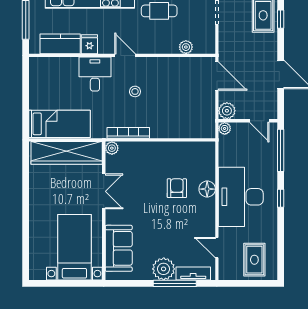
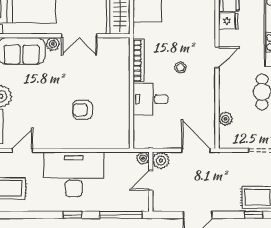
desk: (95, 74) -> (150, 99), moved, turned 180
door: (217, 76) -> (196, 150), swing flipped
door: (259, 121) -> (151, 180), moved
plant: (112, 148) -> (53, 44), moved
armchair: (177, 188) -> (82, 110), turned 180
floor lamp: (207, 189) -> (82, 141), removed

